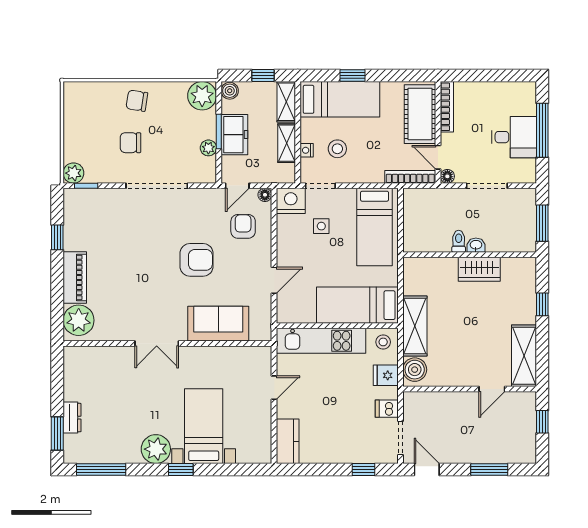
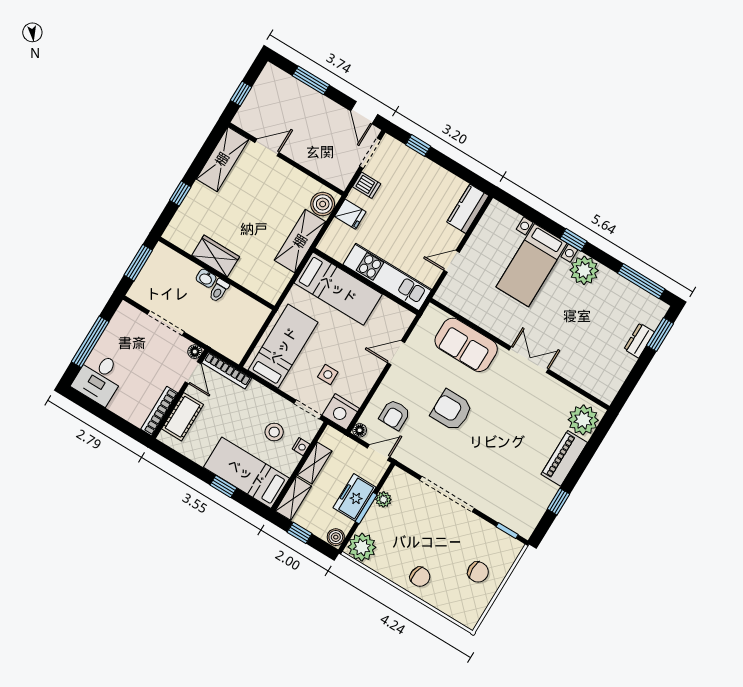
cot: (420, 114) -> (183, 417), width x0.73, depth x0.75
desk: (514, 137) -> (99, 378), moved, turned -90
chair: (131, 143) -> (478, 572), moved
plant: (73, 173) -> (511, 548), removed
stool: (383, 342) -> (335, 244), removed

